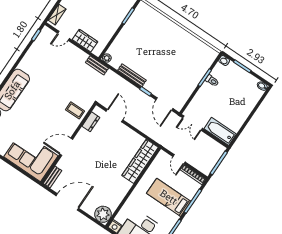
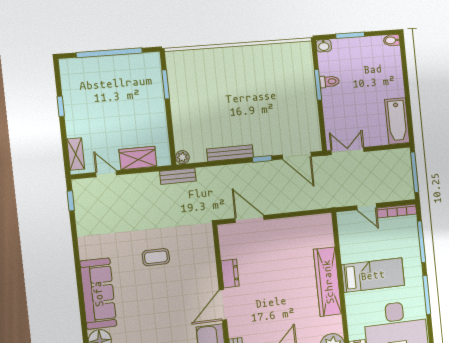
door: (64, 36) -> (106, 174), swing flipped
coffee table: (75, 110) -> (156, 257), moved
dresser: (91, 122) -> (230, 273), moved
double door: (192, 123) -> (348, 151), swing flipped
bathtub: (220, 131) -> (397, 121), moved, turned -90
wardrobe: (140, 161) -> (328, 282), moved
bed: (169, 197) -> (373, 275), moved, turned 180

